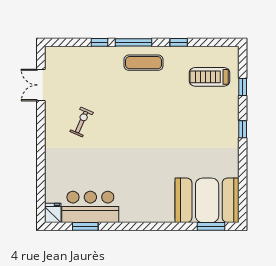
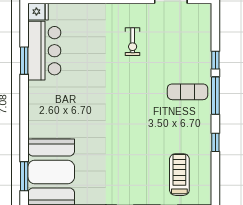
exercise mat: (144, 63) -> (188, 92), moved, turned 90
exercise bike: (82, 122) -> (133, 42), turned 66
window: (85, 226) -> (24, 61), moved

